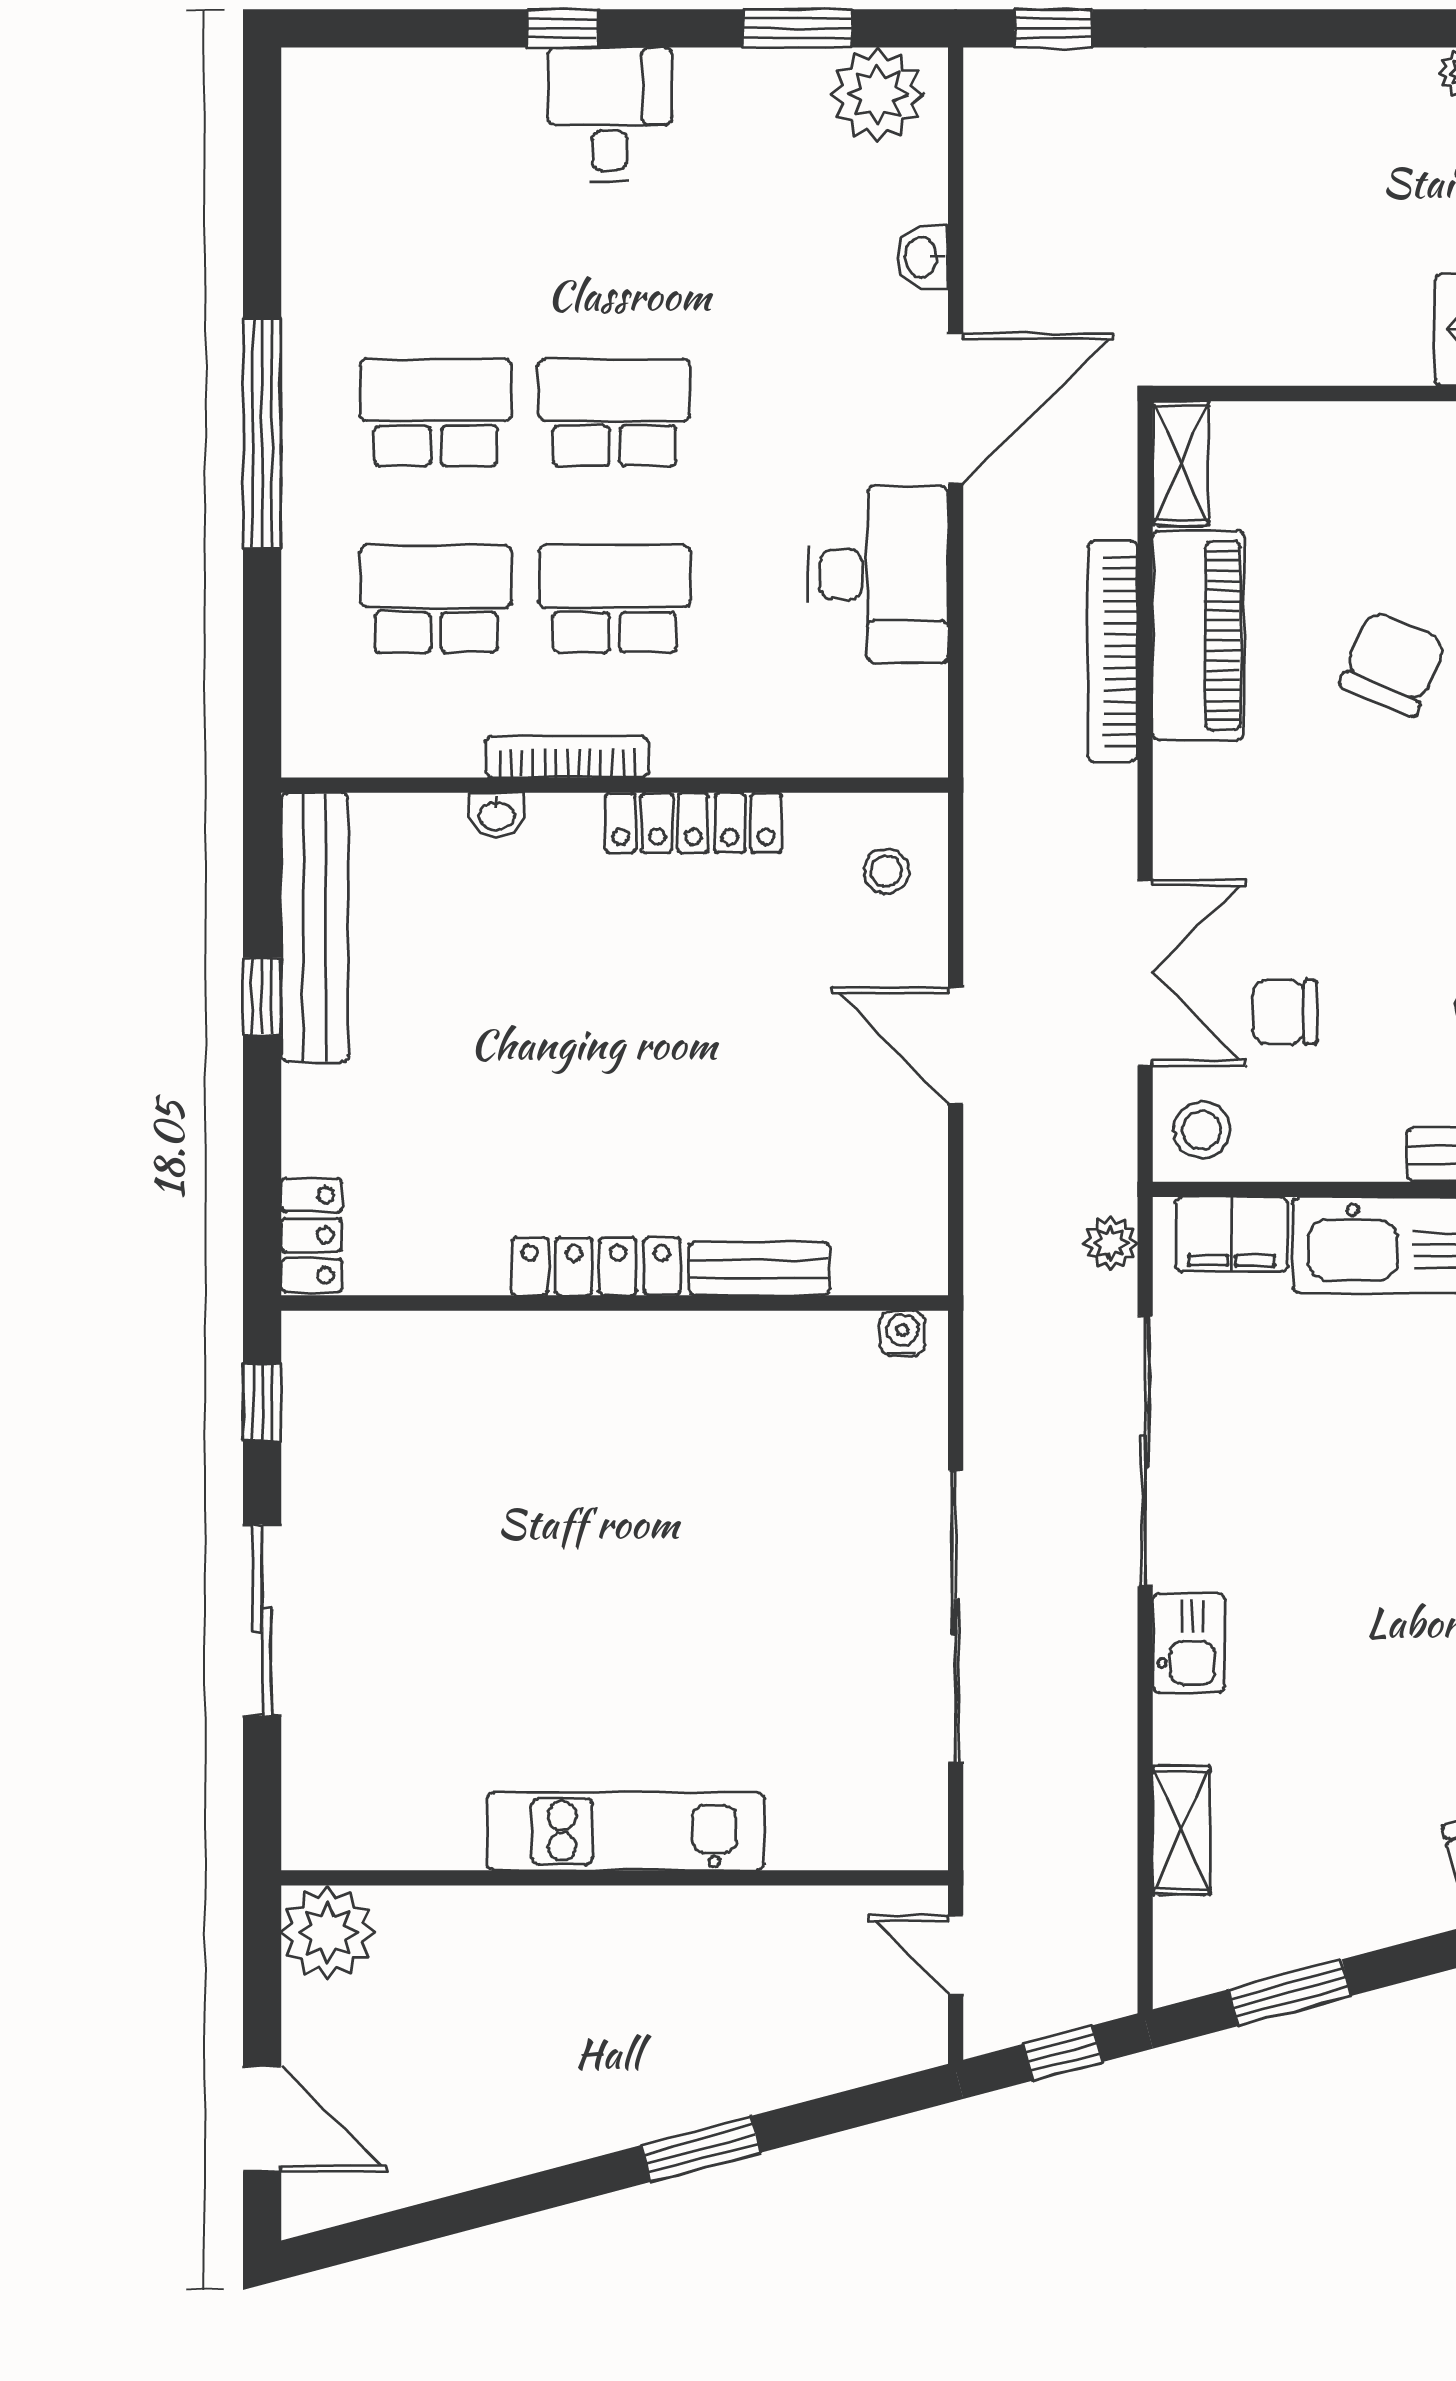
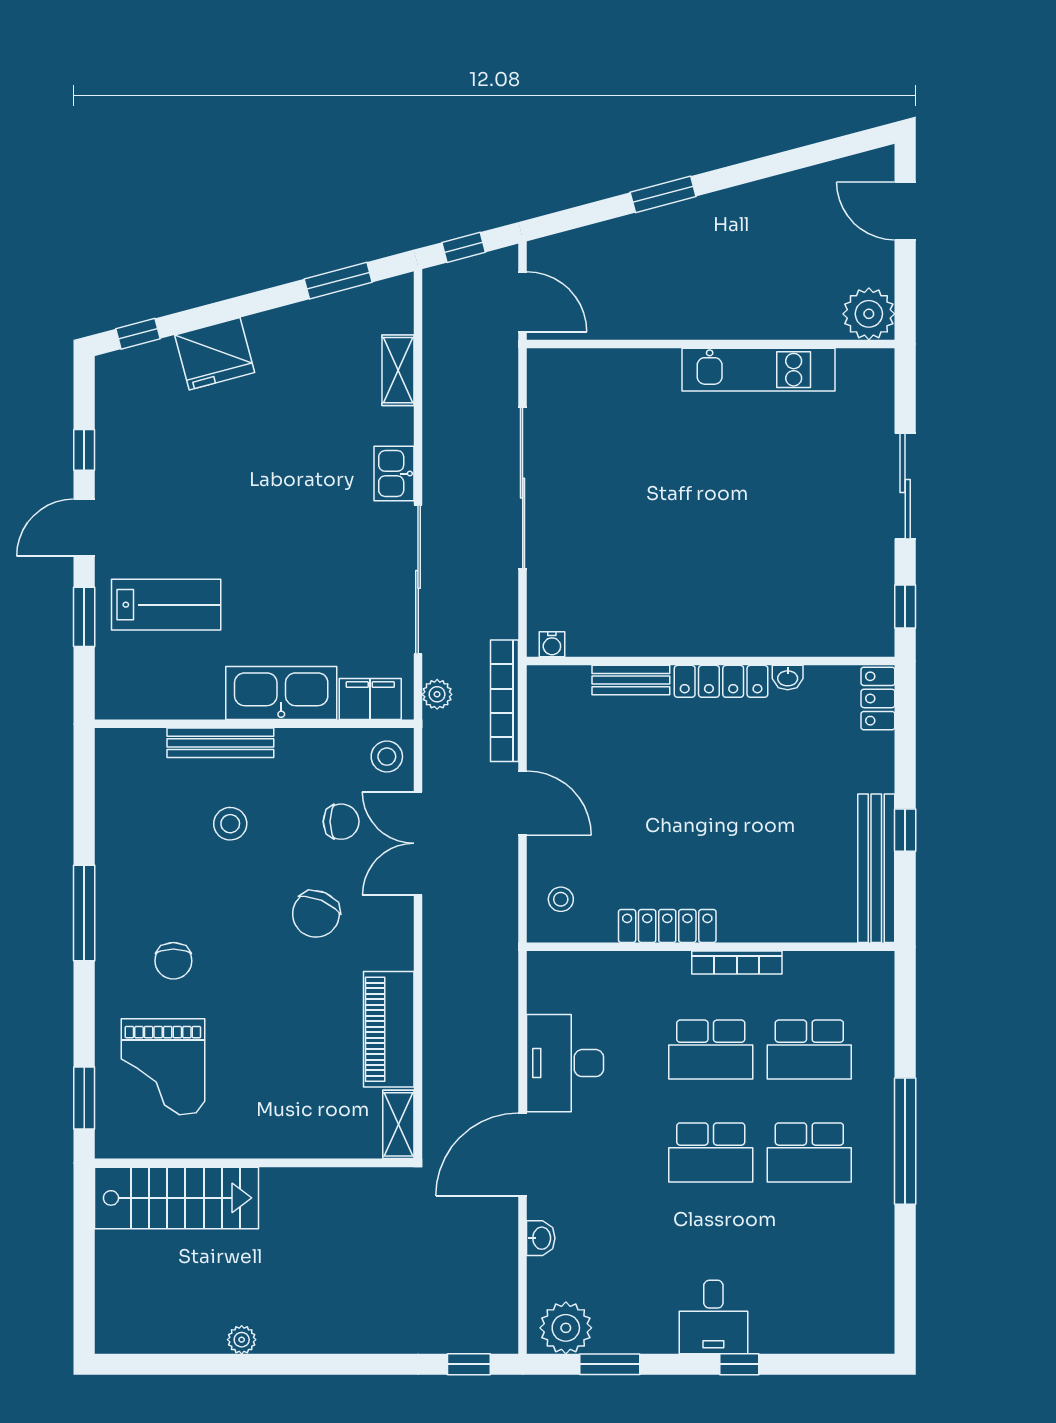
bookcase: (1113, 651) -> (505, 701), moved, turned 180
chair: (1393, 663) -> (316, 914), moved
washbasin: (496, 815) -> (788, 678), moved, turned 180
kitchen unit: (626, 1831) -> (759, 370), moved
door: (956, 1955) -> (523, 302), width x1.38

